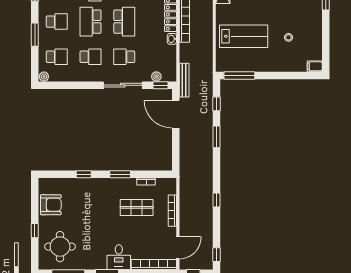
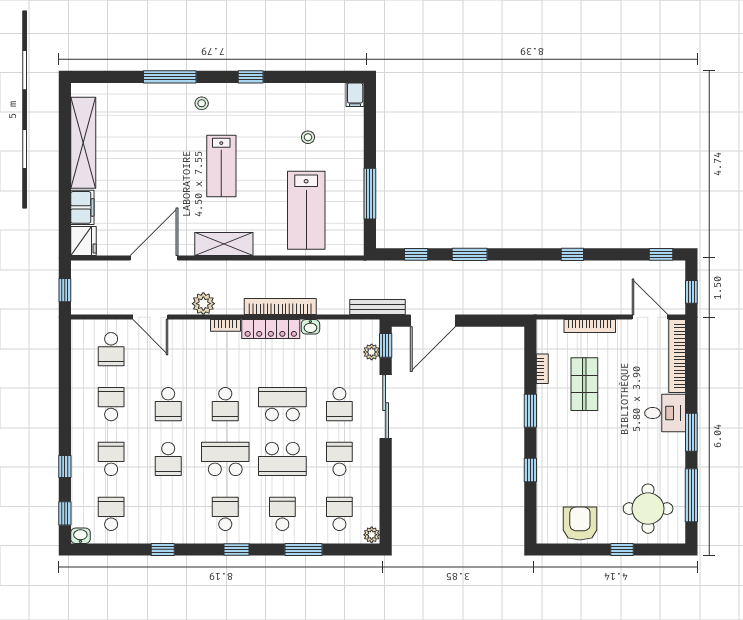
lab bench: (244, 36) -> (306, 210), turned 180
window: (239, 75) -> (370, 194), moved

